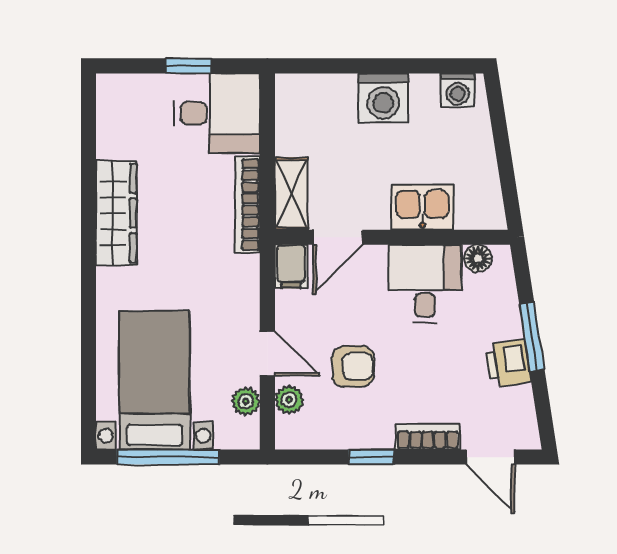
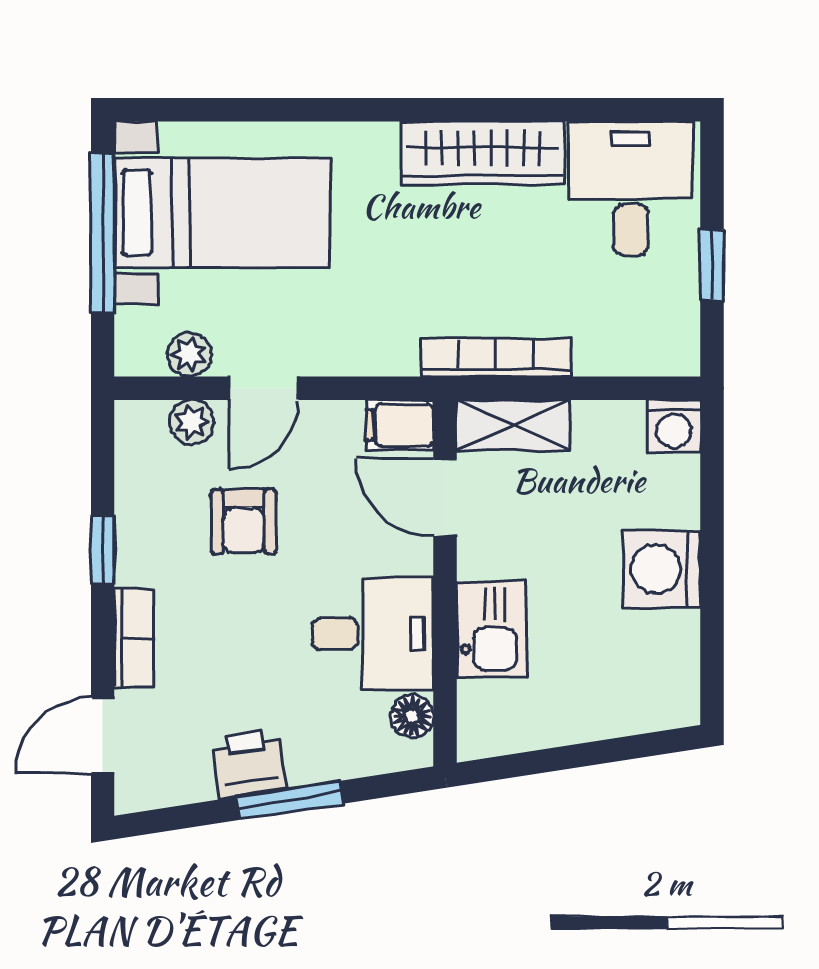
washing machine: (458, 90) -> (674, 427), moved, turned -90
desk: (217, 113) -> (631, 188), moved, turned 180

